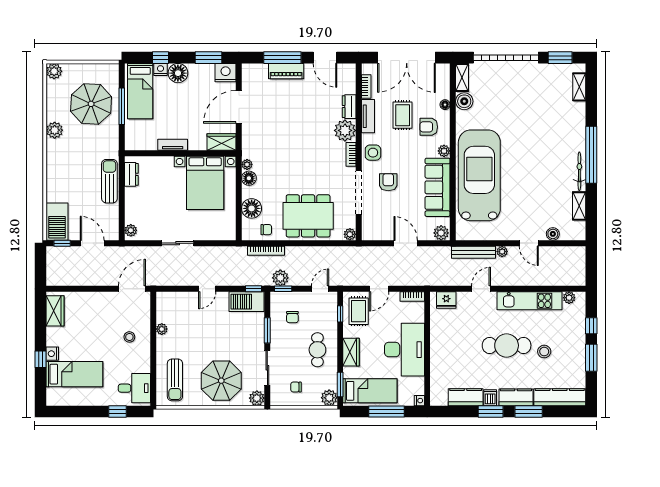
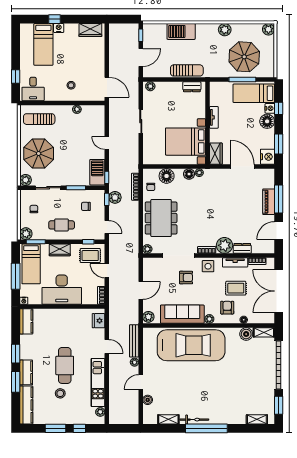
barbecue: (57, 222) -> (181, 31), moved
kitchen counter: (466, 397) -> (26, 321), moved
dishwasher: (490, 398) -> (26, 353), removed

